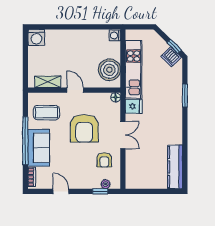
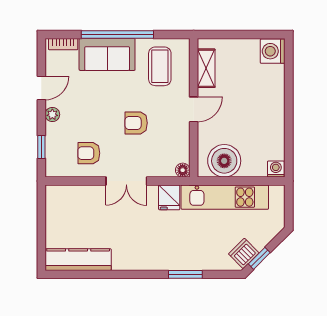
armchair: (84, 128) -> (136, 123), width x0.53, depth x0.53
plant: (106, 184) -> (52, 114), moved

